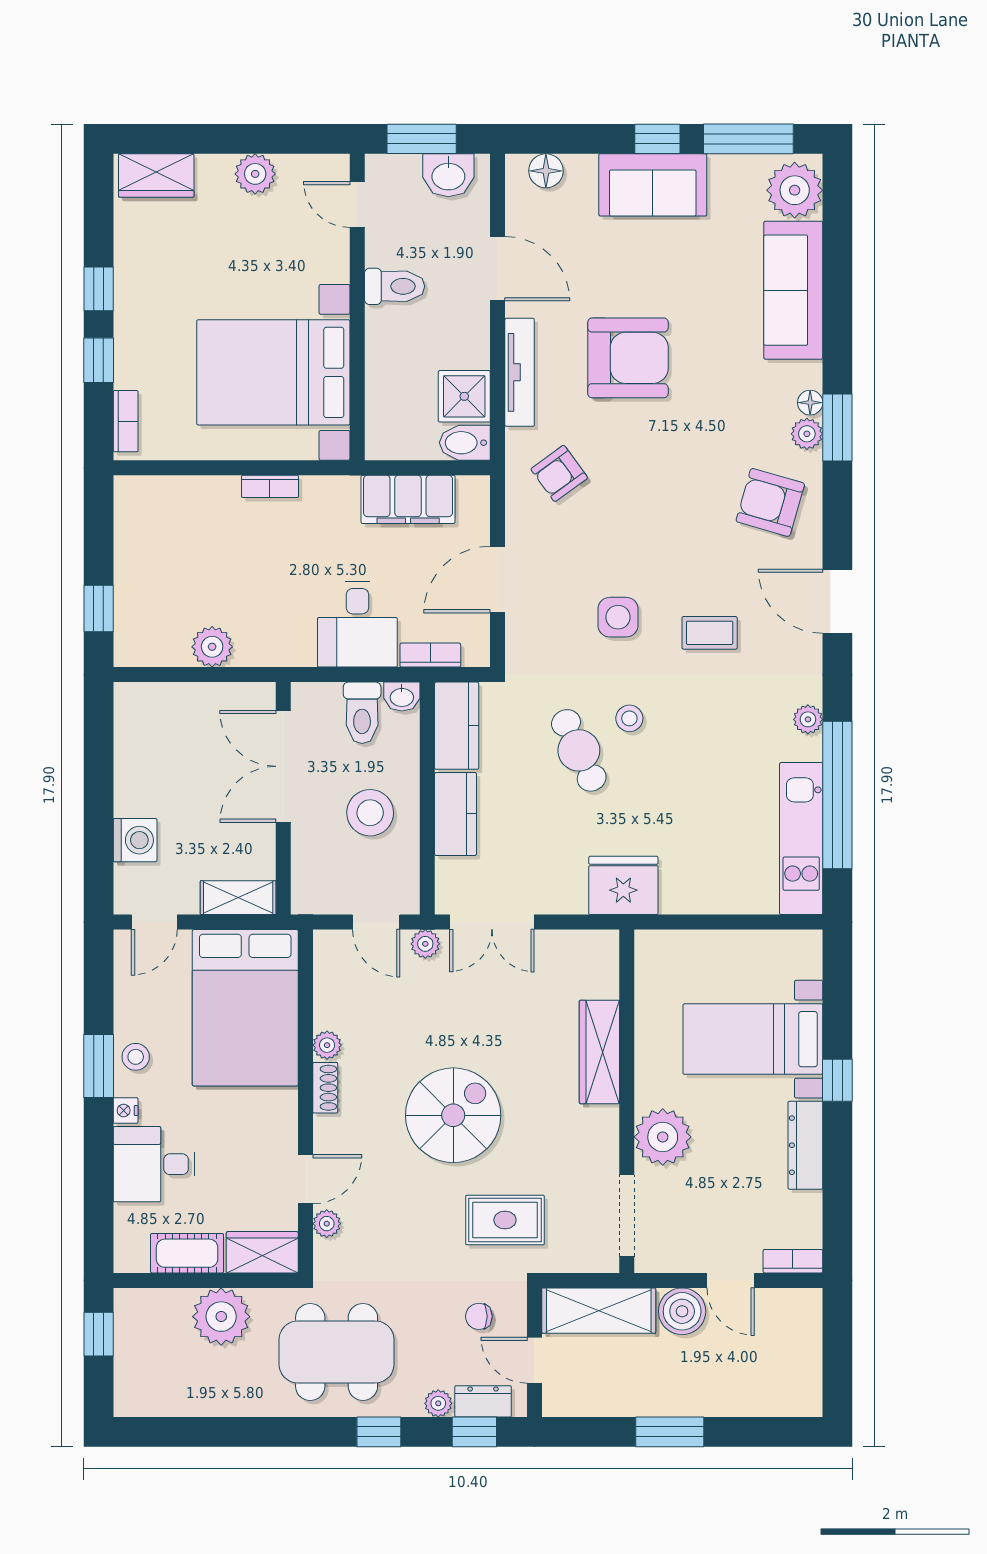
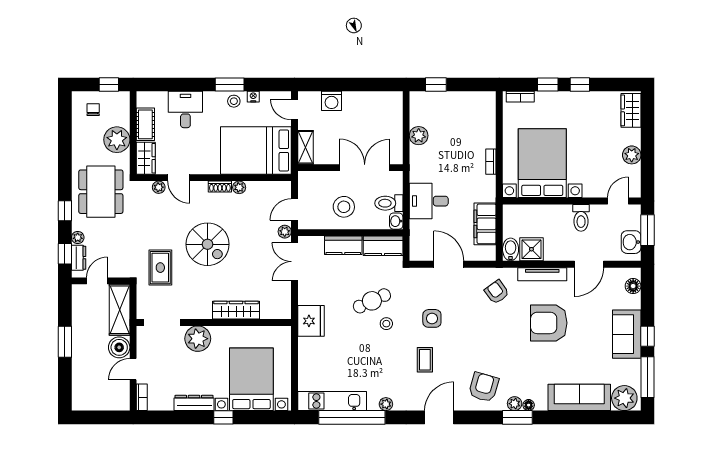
armchair: (628, 358) -> (549, 323), turned 90
bookcase: (430, 655) -> (415, 234), removed
bed with nightstands: (753, 1039) -> (251, 379), width x1.36
nightstand: (126, 1110) -> (253, 97), moved
chair: (479, 1316) -> (93, 110), moved

